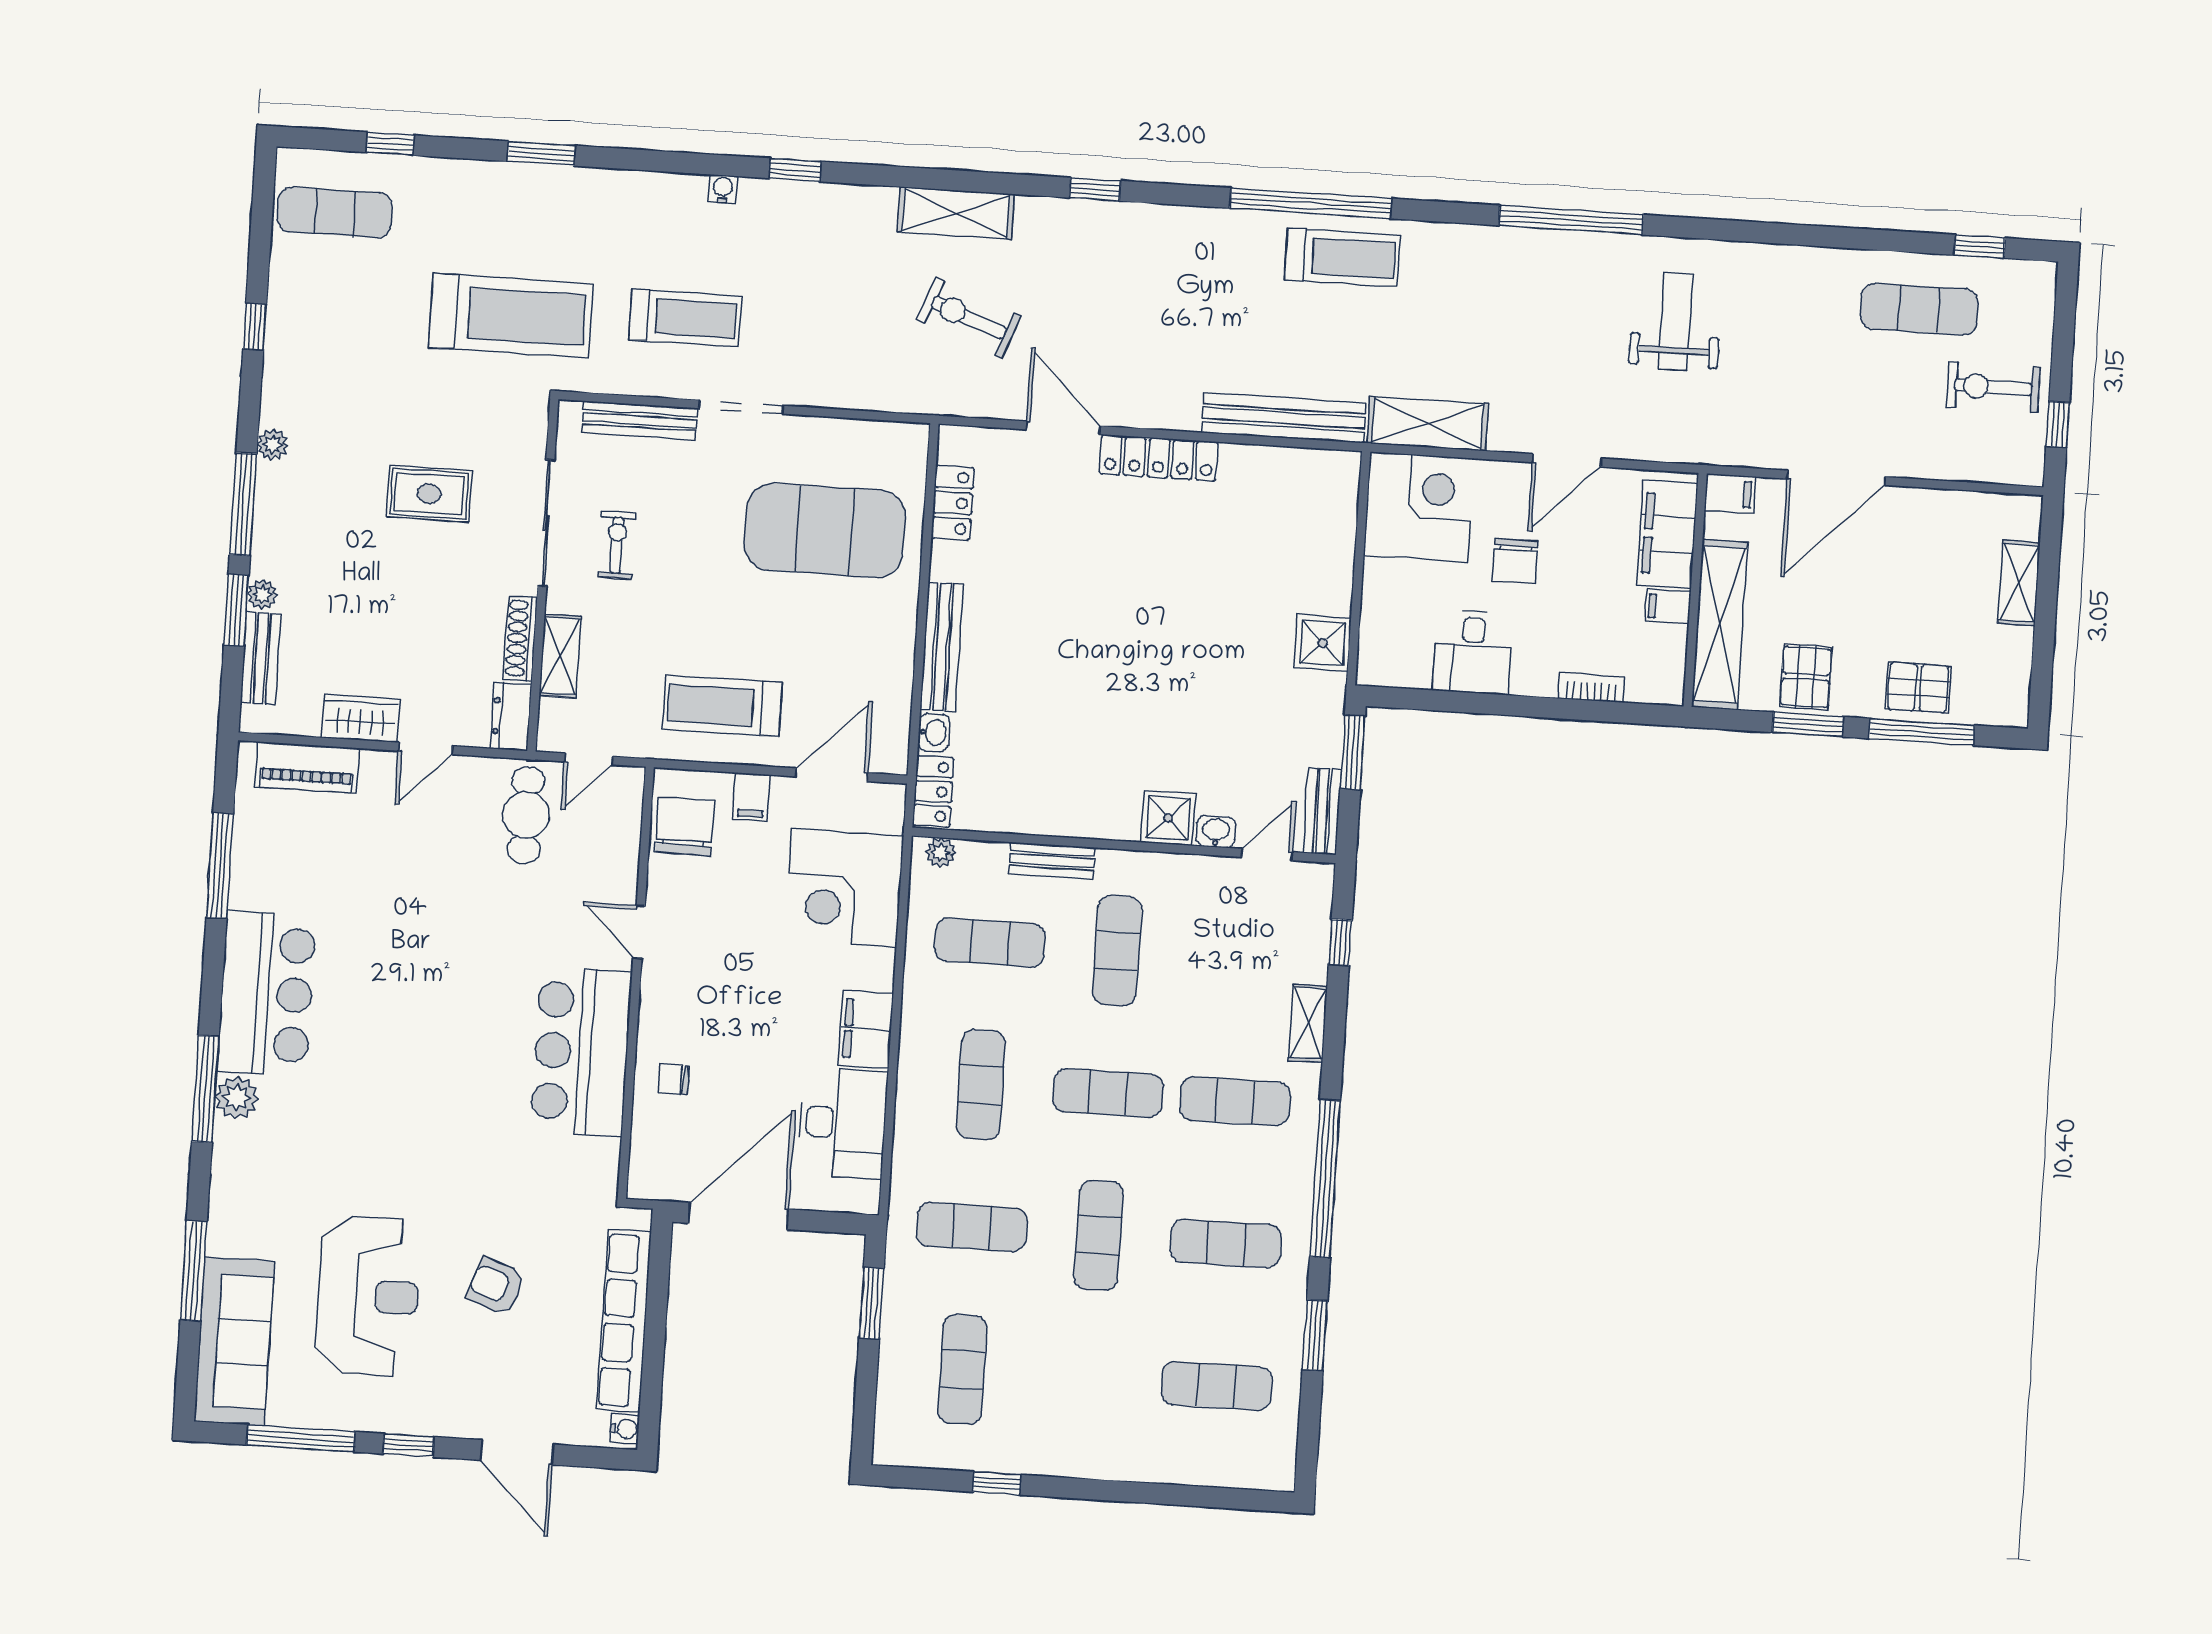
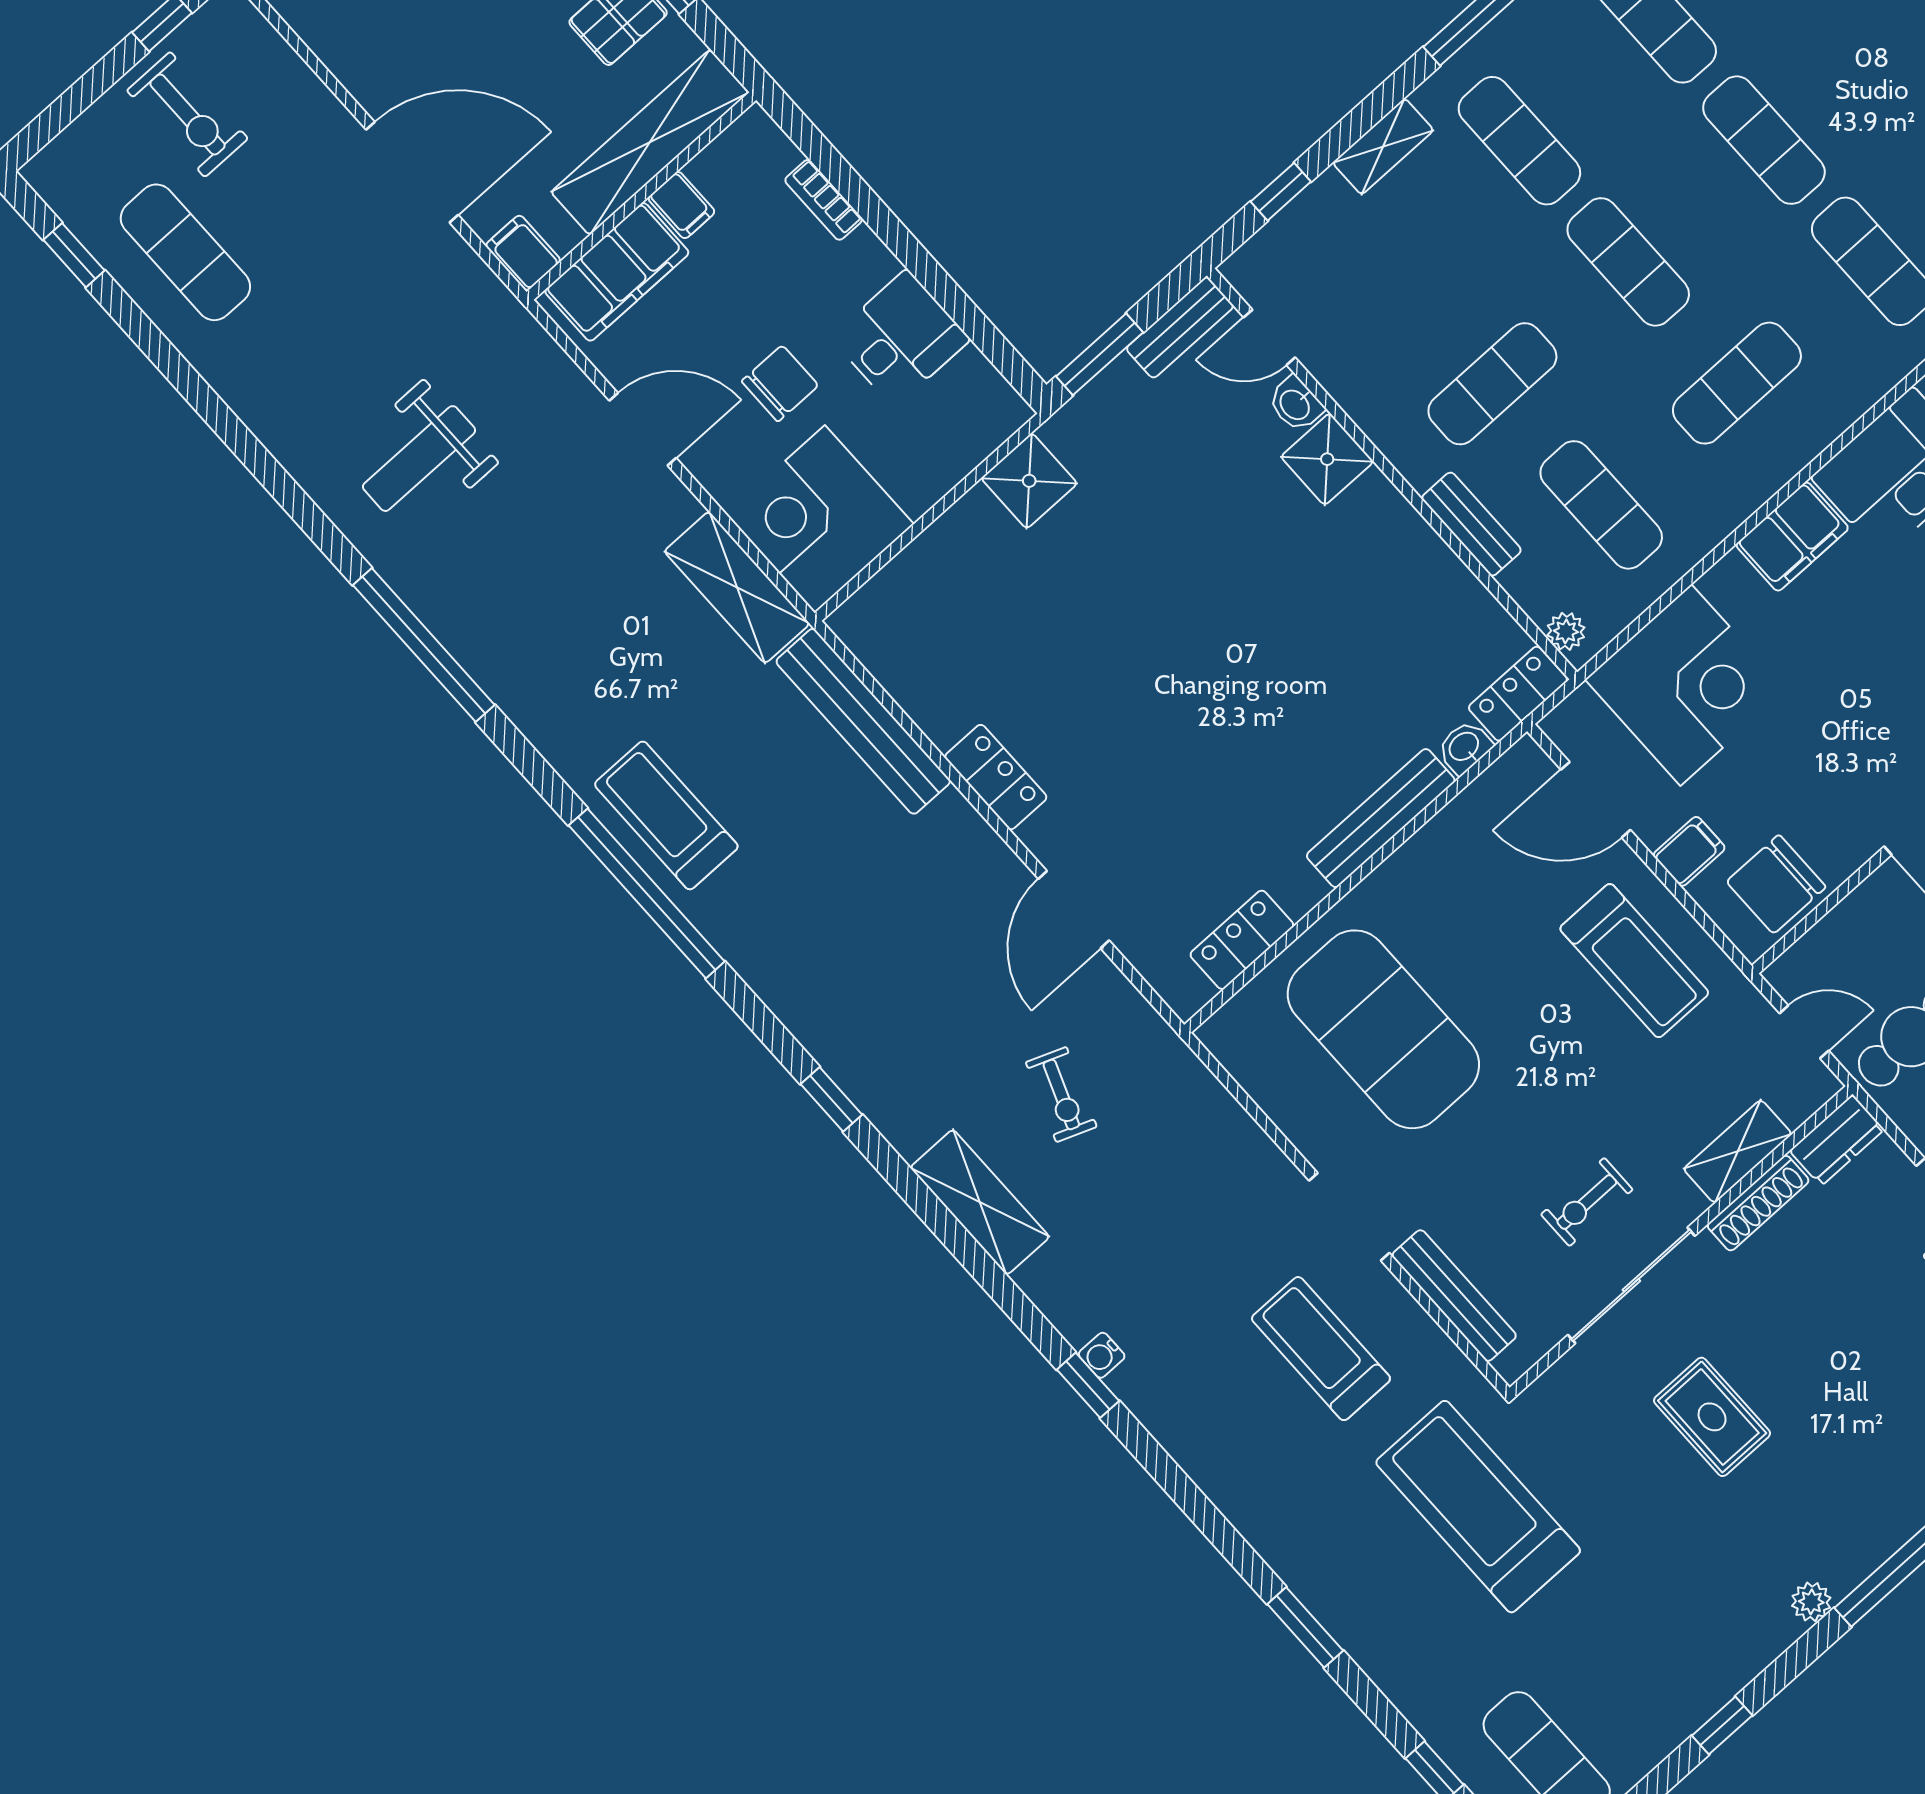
water cooler: (723, 189) -> (1102, 1355), moved
exercise bike: (969, 318) -> (1061, 1095), width x0.73, depth x0.72
locker: (1159, 458) -> (996, 777), width x0.66
exercise mat: (1099, 1235) -> (1764, 140), turned 90

